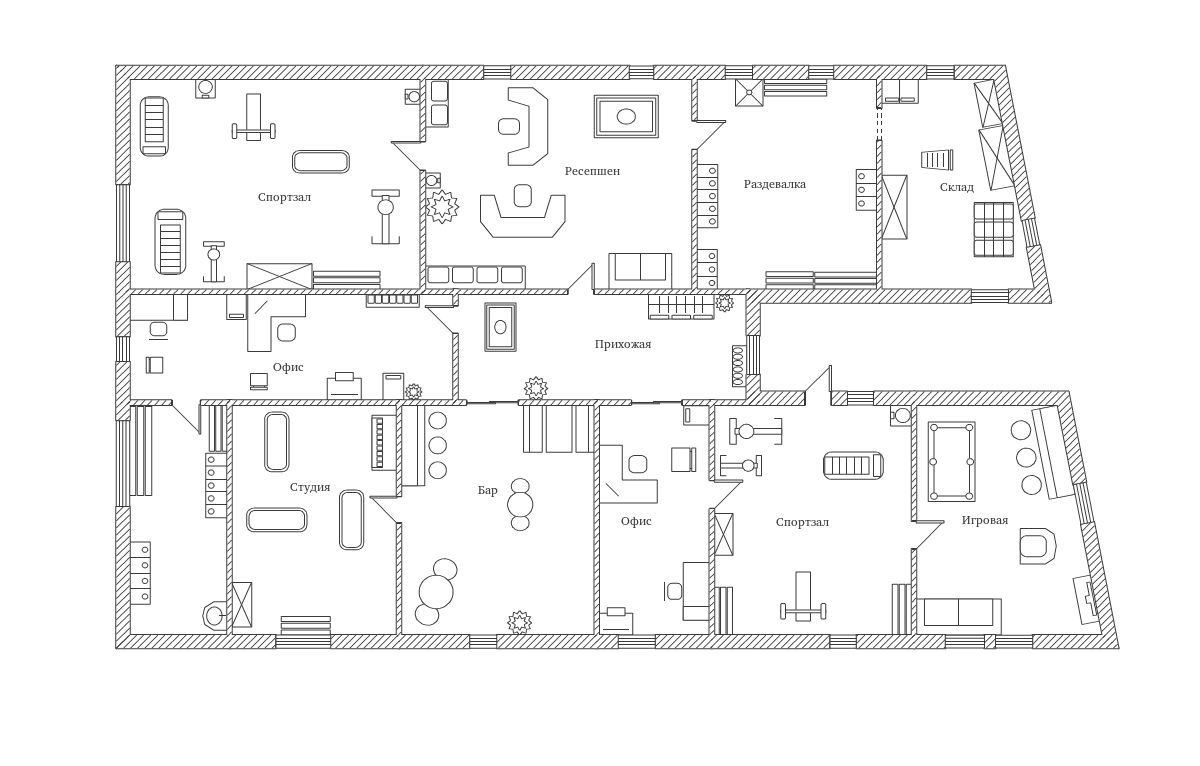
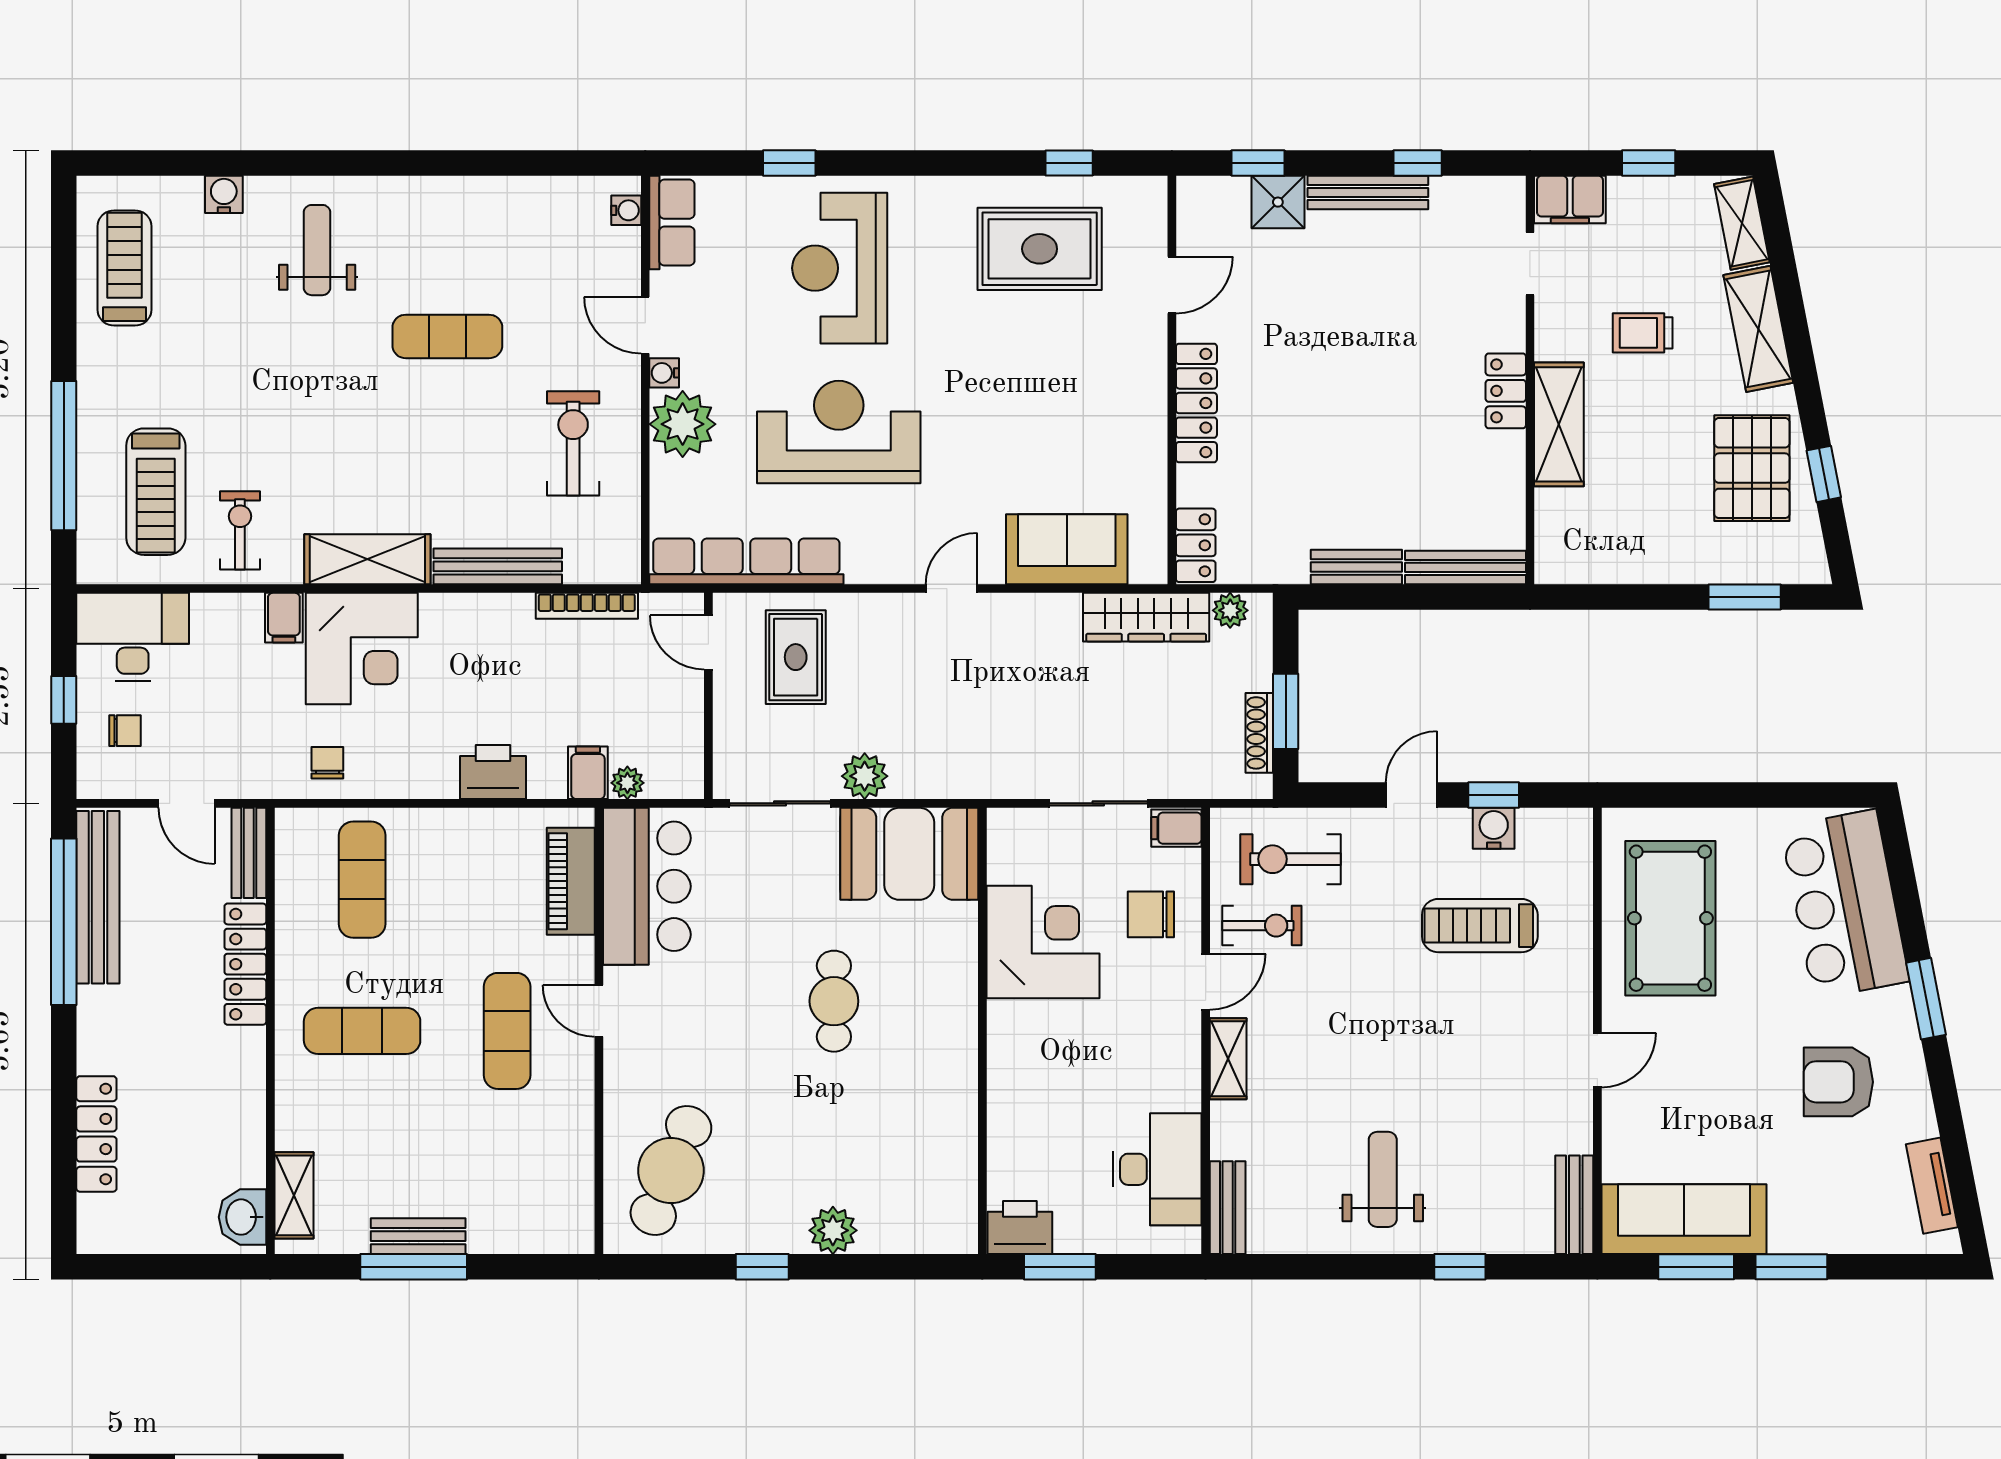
water cooler: (901, 415) -> (1494, 828), moved, turned -90

